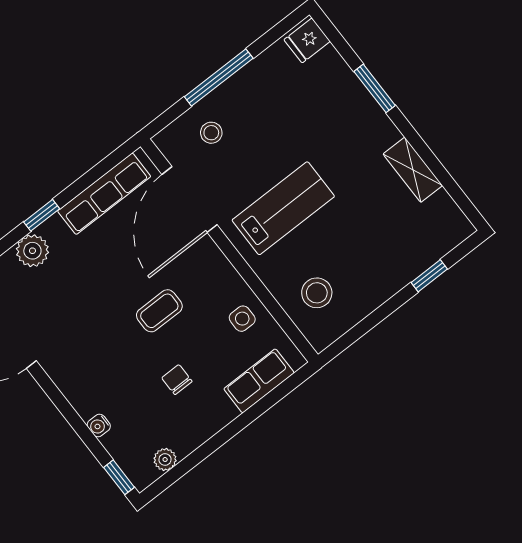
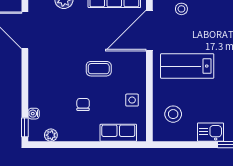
lab bench: (283, 208) -> (187, 66), turned 180
kitchen sink: (391, 277) -> (211, 132), added
water cooler: (99, 425) -> (34, 114), moved

